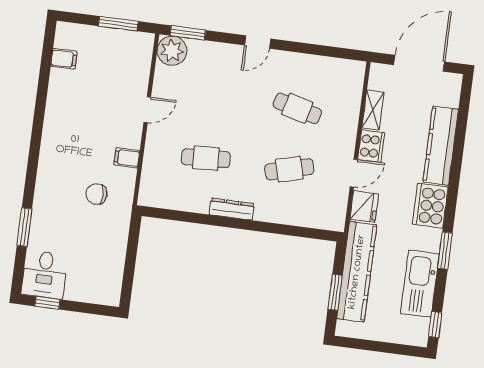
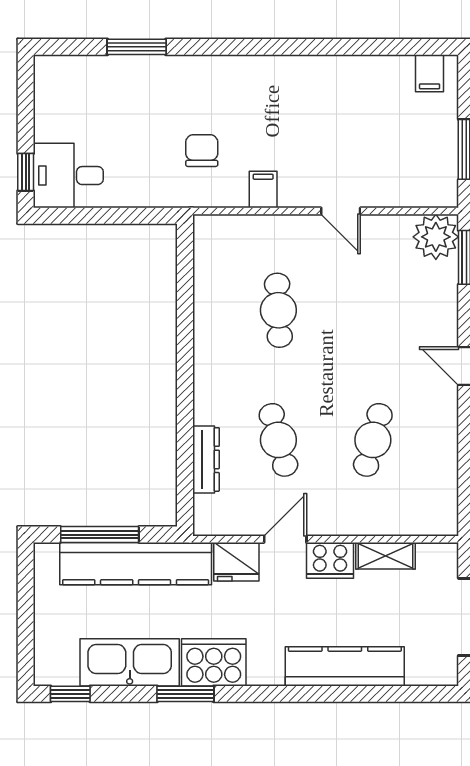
filing cabinet: (64, 59) -> (430, 73), moved
door: (354, 173) -> (285, 539), swing flipped
cooker: (430, 206) -> (214, 662), moved
dresser: (232, 209) -> (206, 459), moved
desk: (44, 274) -> (68, 176), moved
window: (335, 292) -> (100, 535), width x1.44
window: (47, 303) -> (26, 172), moved

